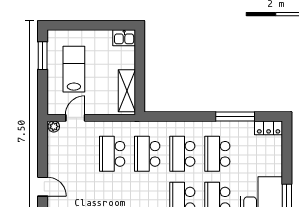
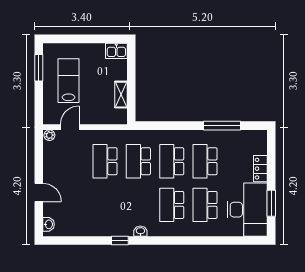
shelving: (127, 91) -> (121, 95), width x0.67, depth x0.75
locker: (269, 128) -> (260, 169), moved, turned 90

